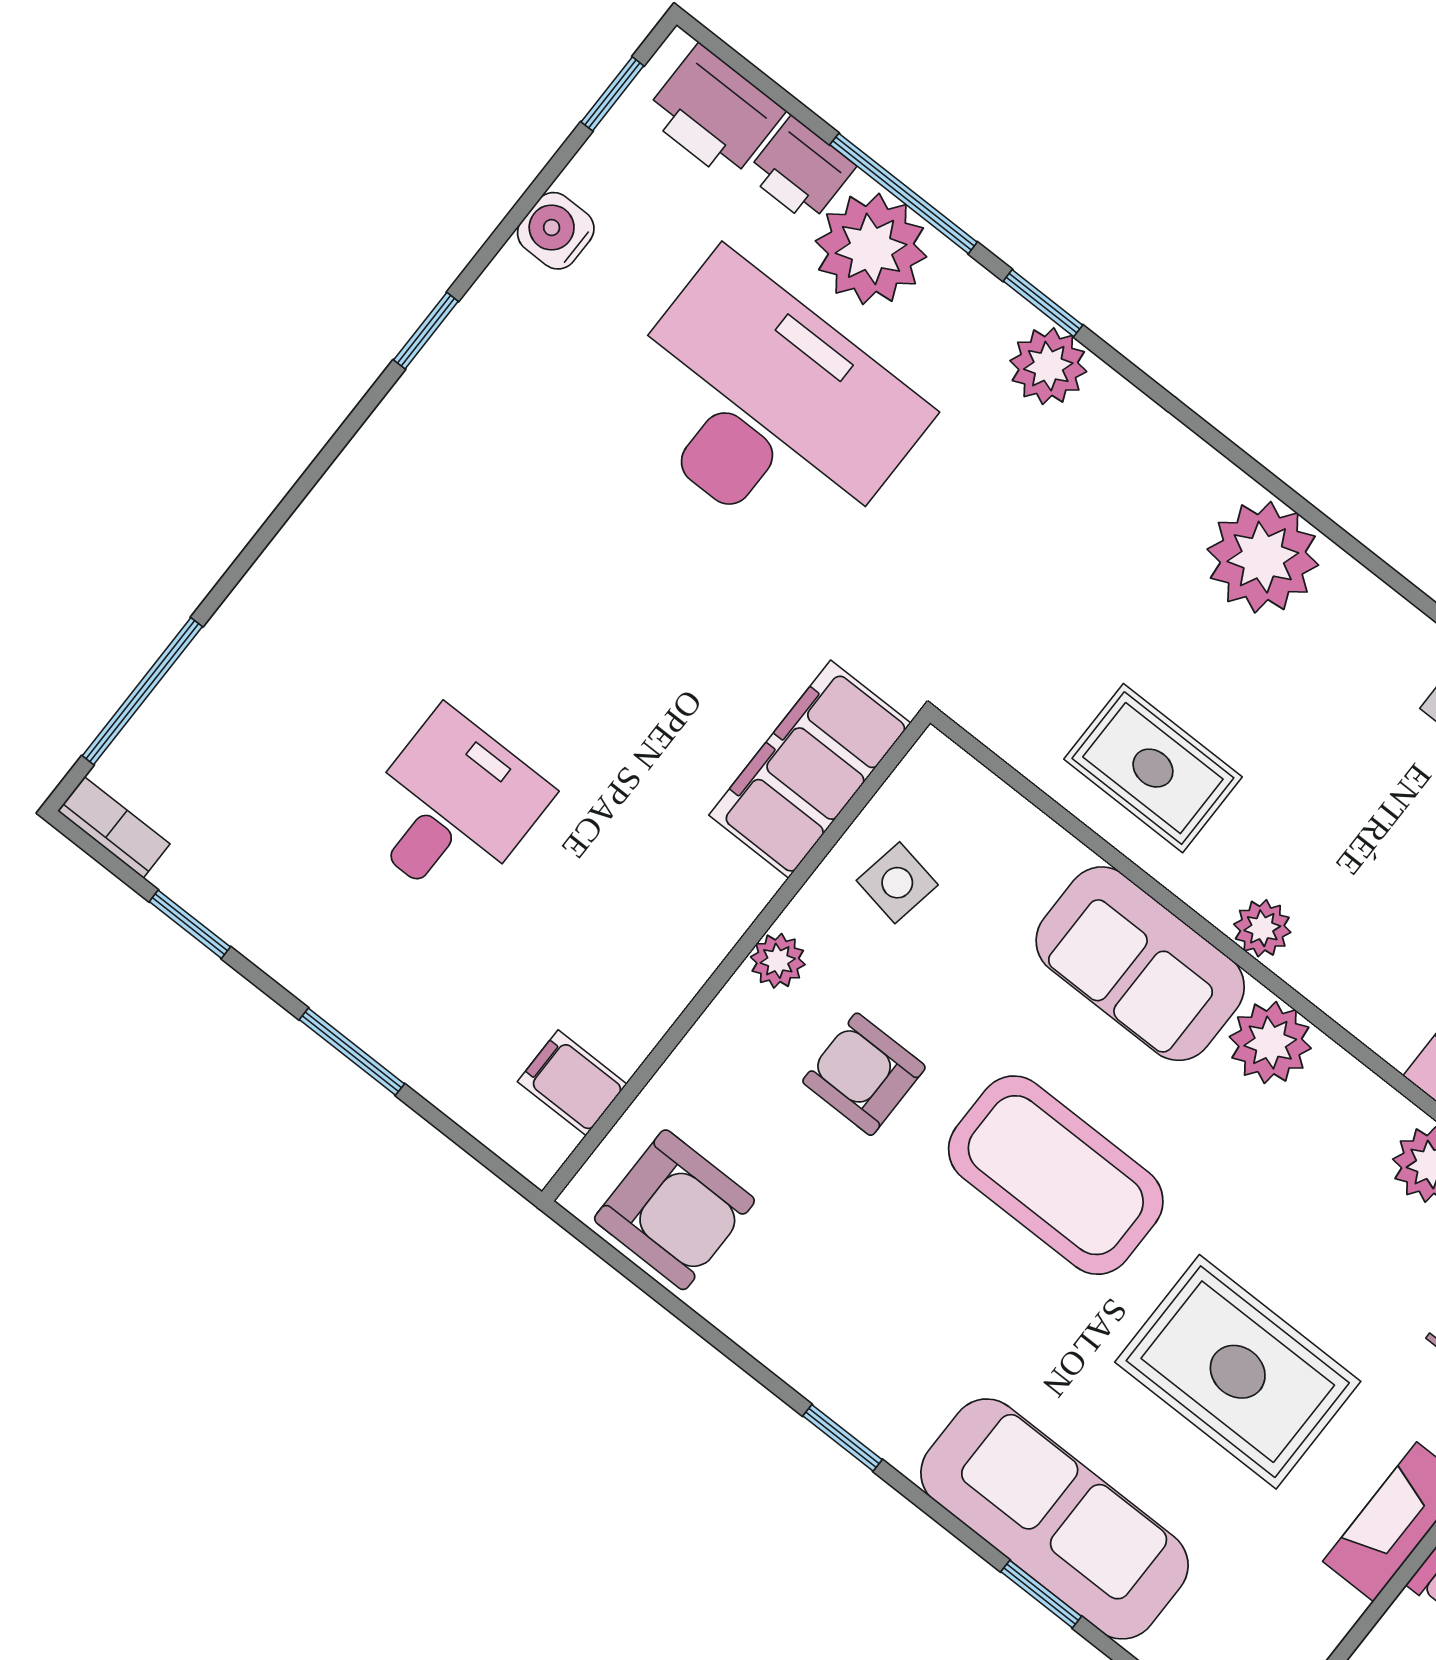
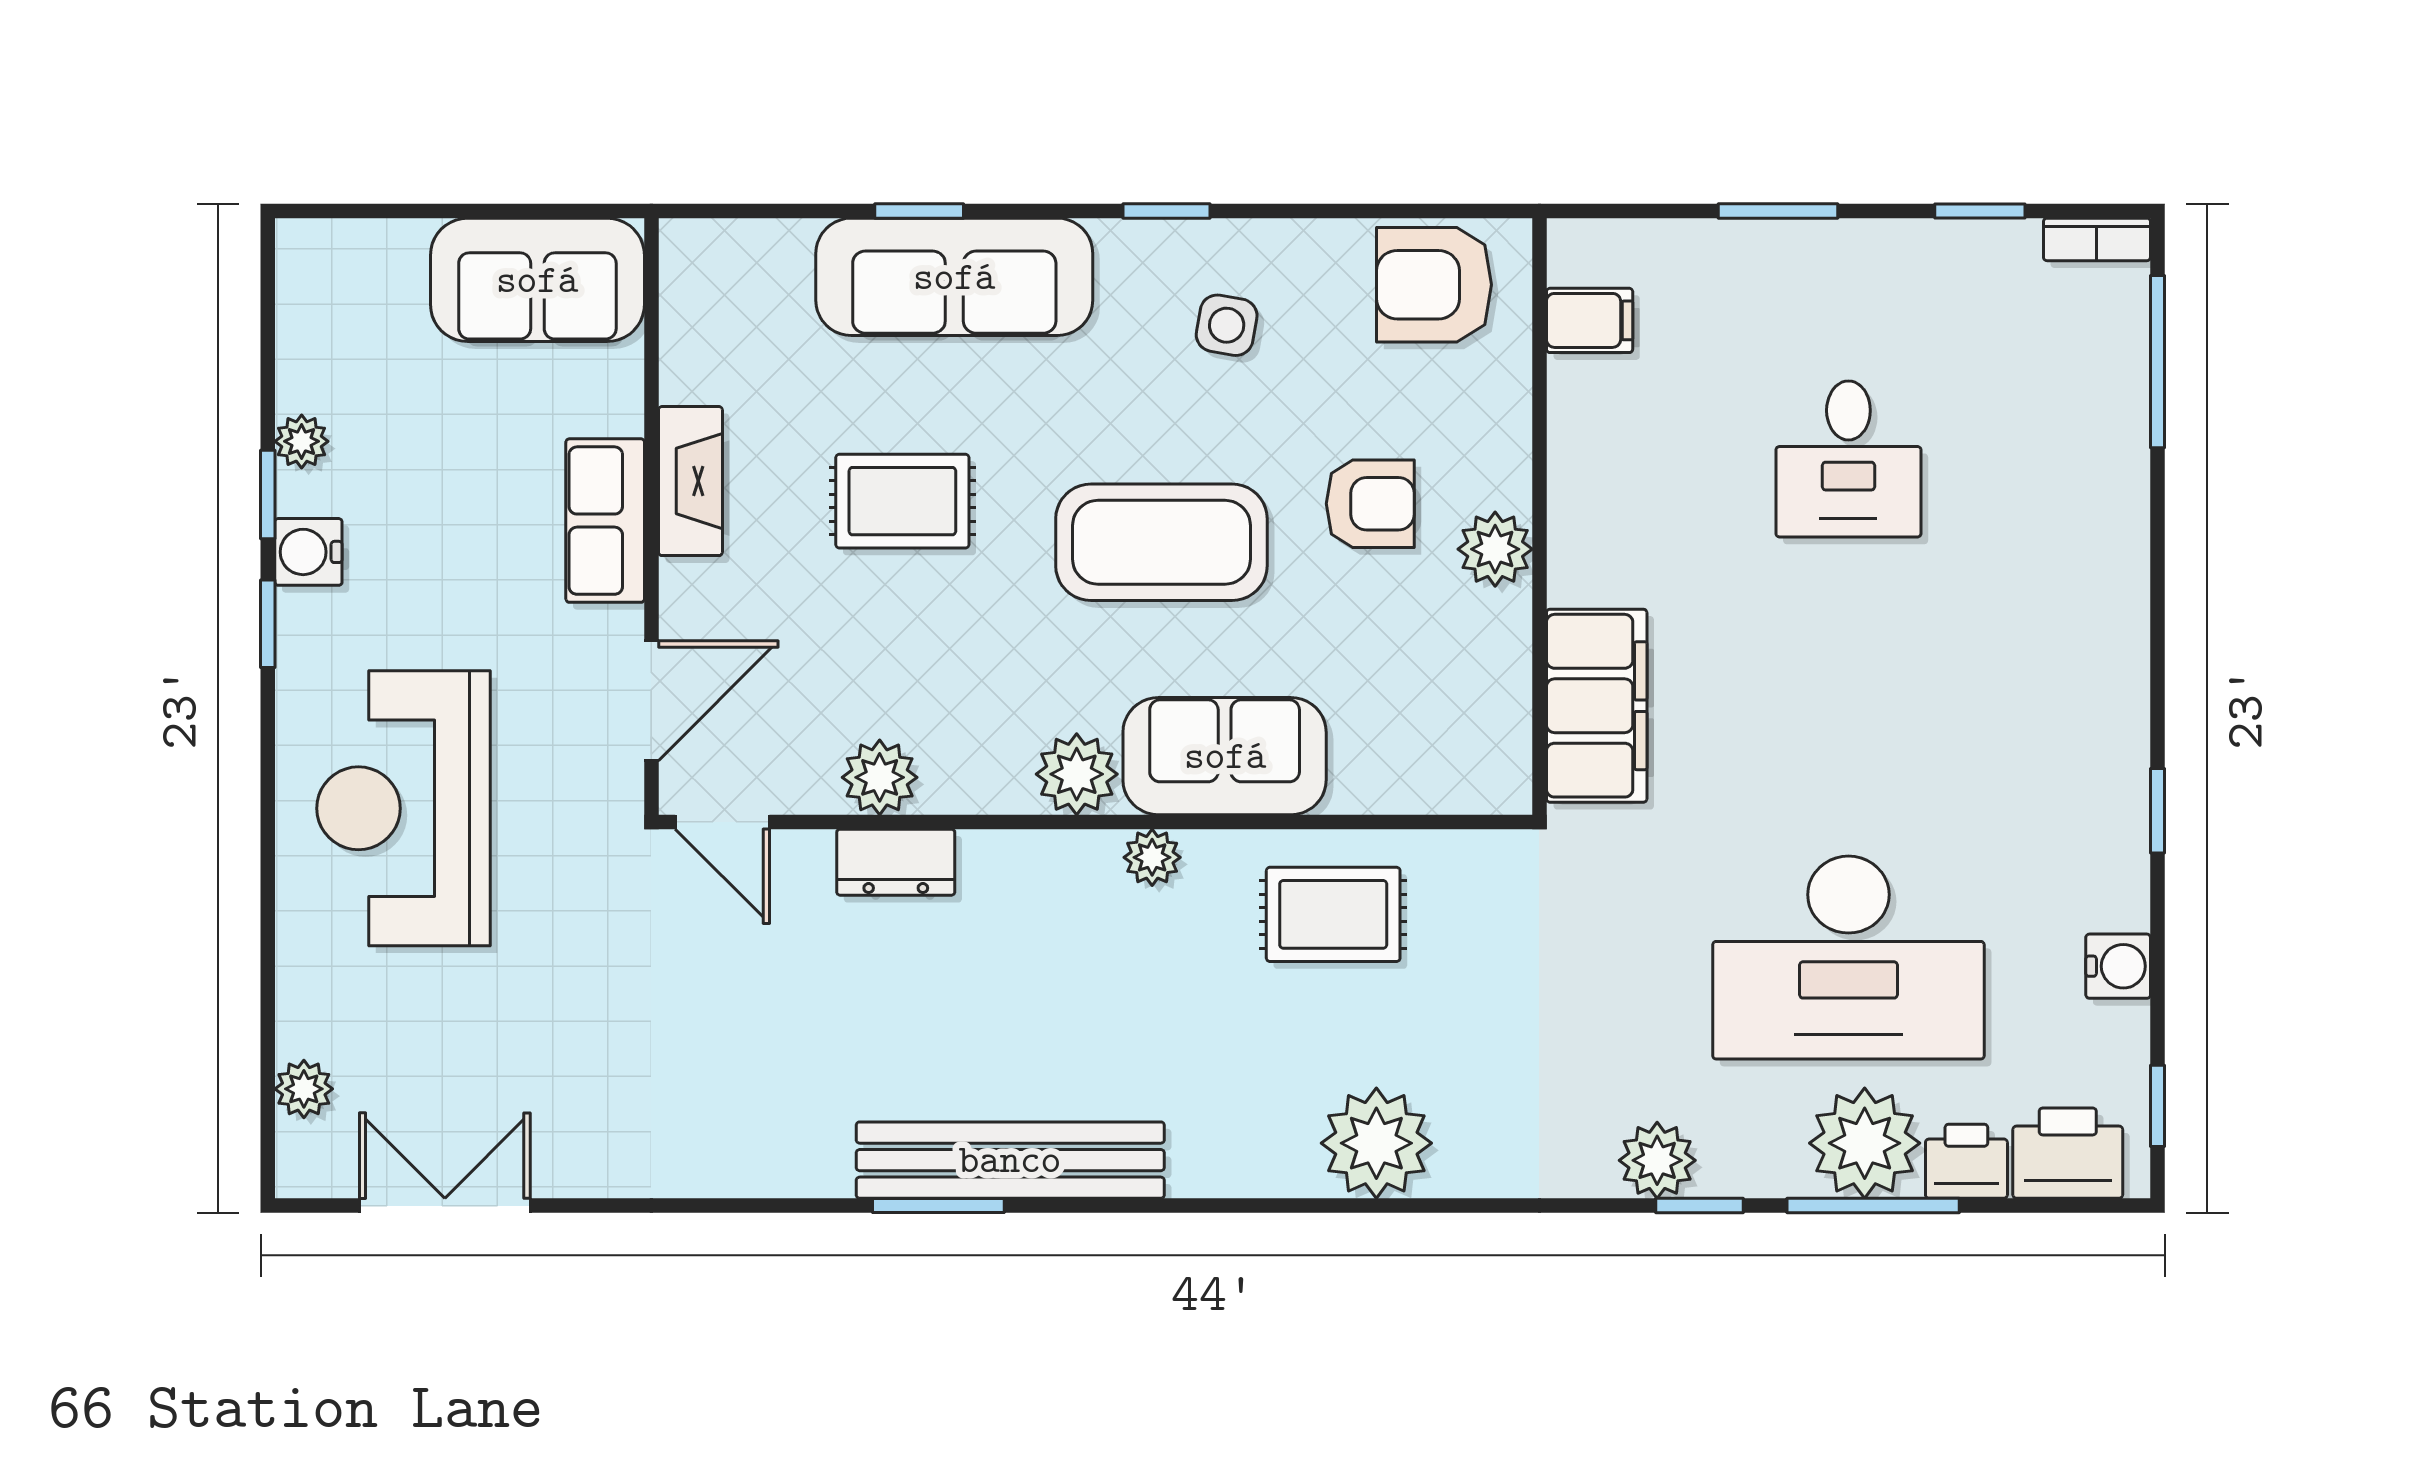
side table: (897, 883) -> (1227, 325), moved
plant: (778, 961) -> (1495, 549), width x1.38, depth x1.38
rug: (1238, 1372) -> (902, 501), width x0.73, depth x0.70

